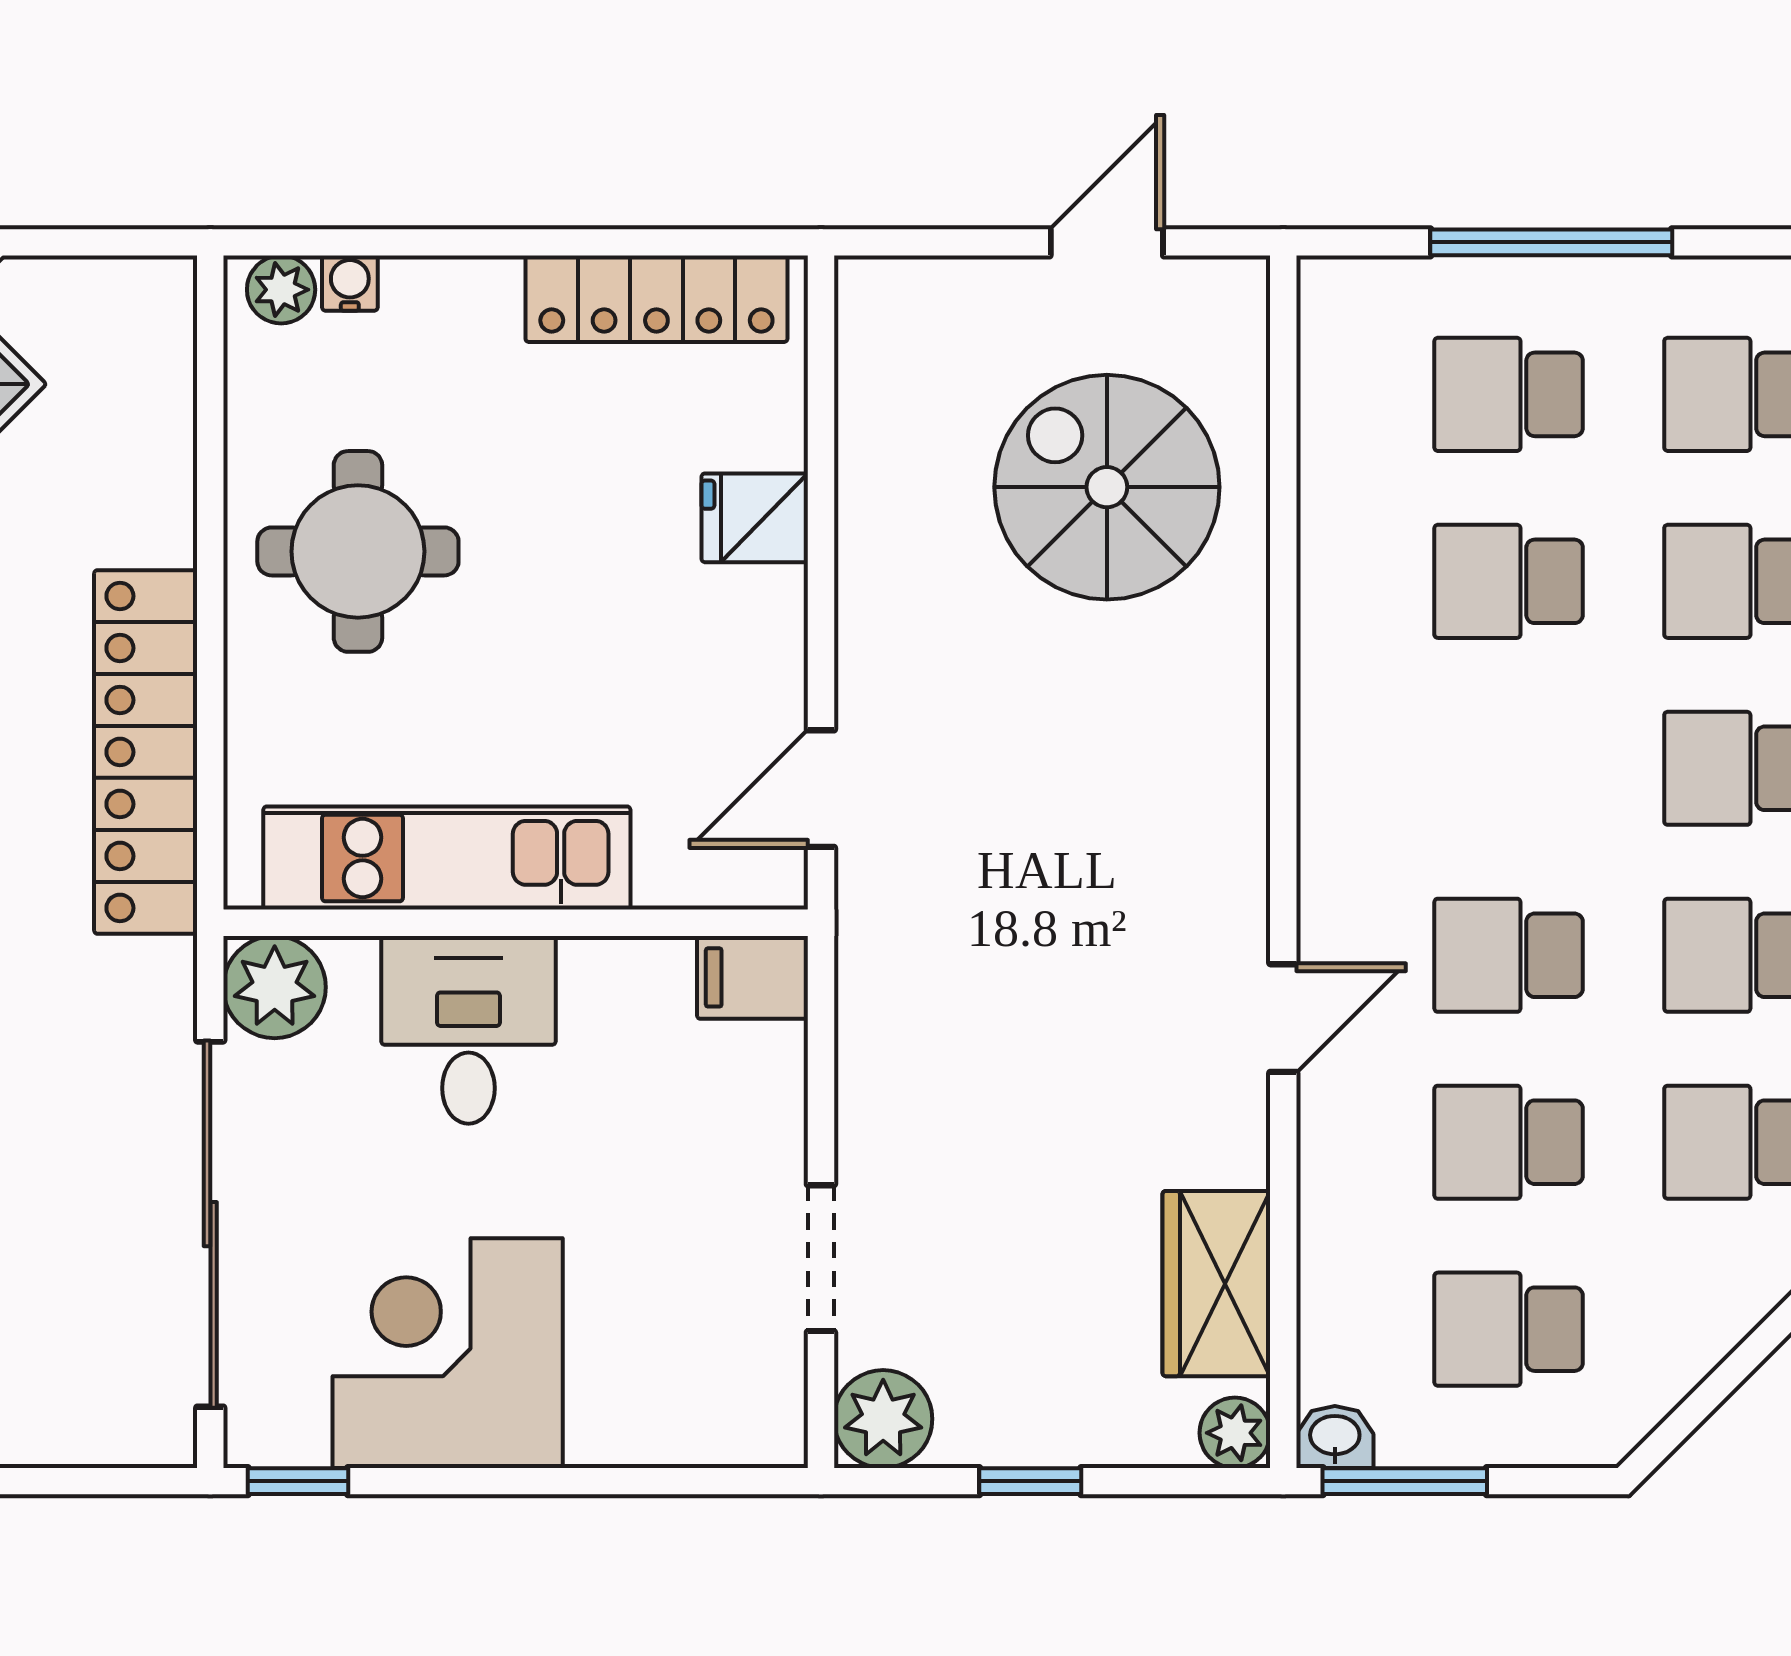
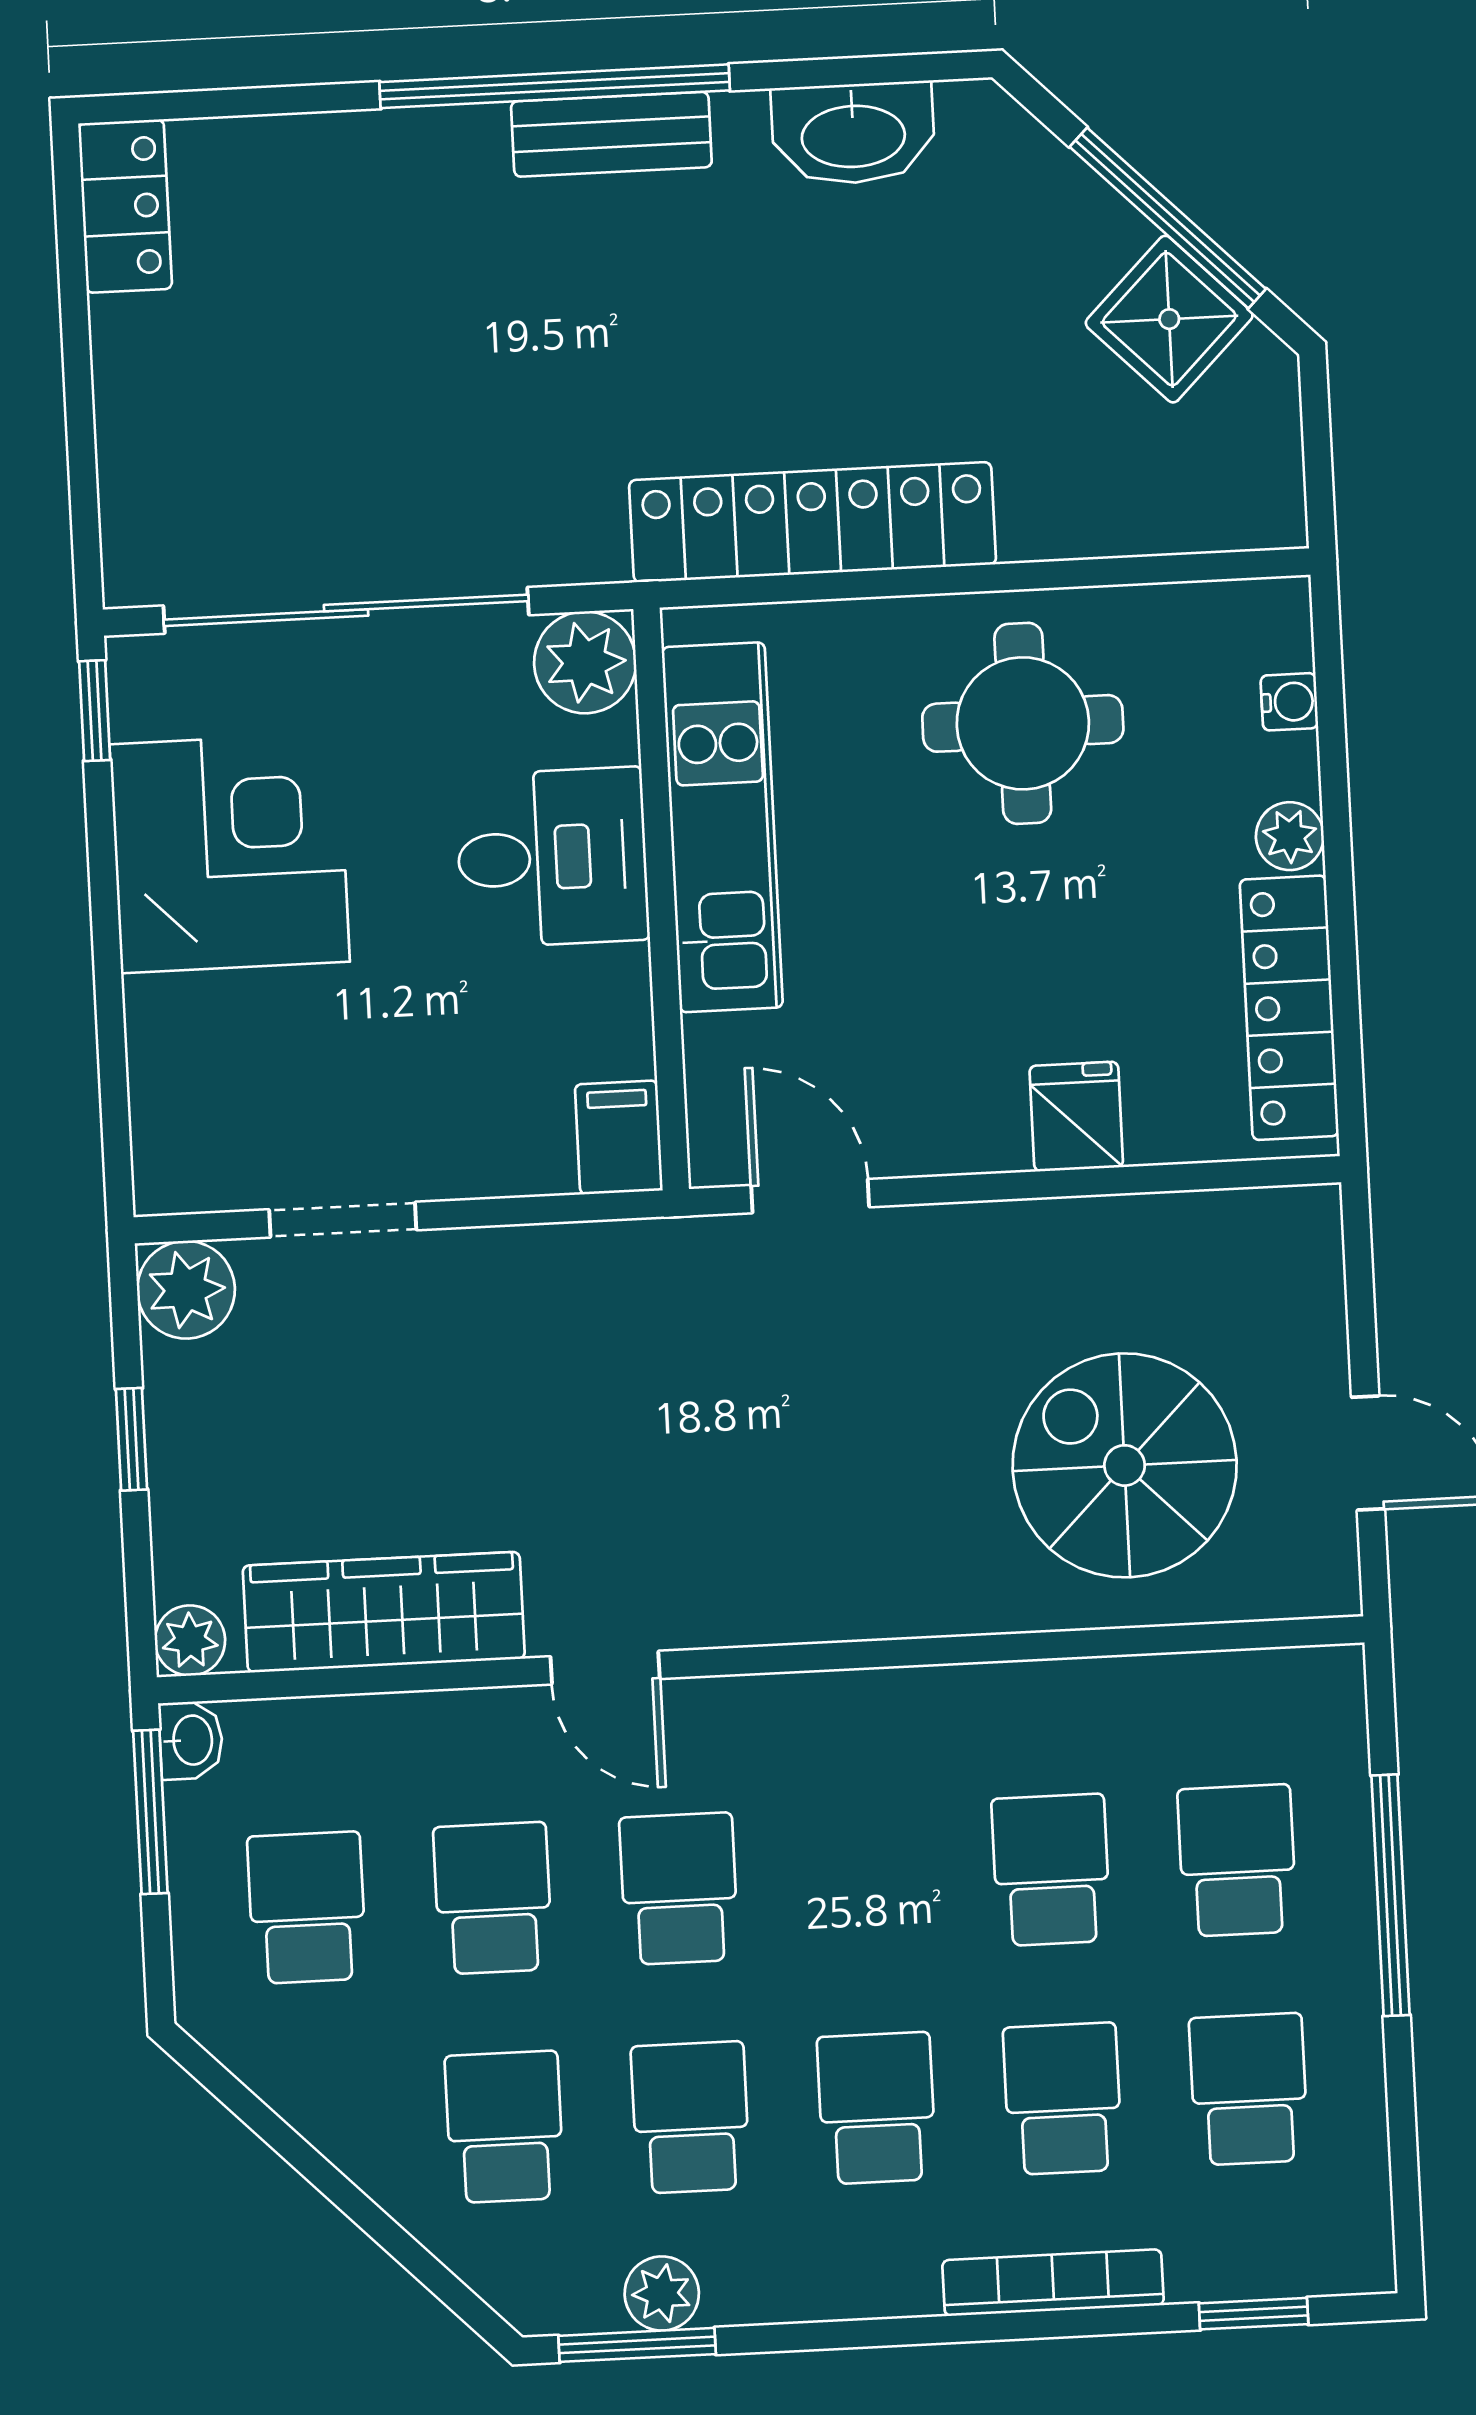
plant: (281, 290) -> (1290, 836), moved
spiral stairs: (1107, 487) -> (1125, 1465), turned -90
wardrobe: (1216, 1284) -> (384, 1612), width x1.50

